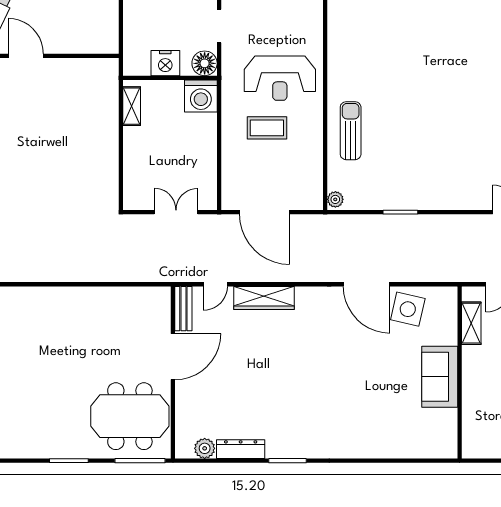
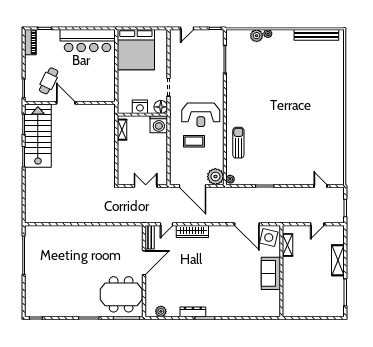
plant: (307, 194) -> (215, 177), added
shelving: (471, 323) -> (288, 245), moved
wall: (460, 372) -> (281, 271), moved
sofa: (440, 377) -> (271, 273), moved
dresser: (241, 449) -> (193, 312), moved

